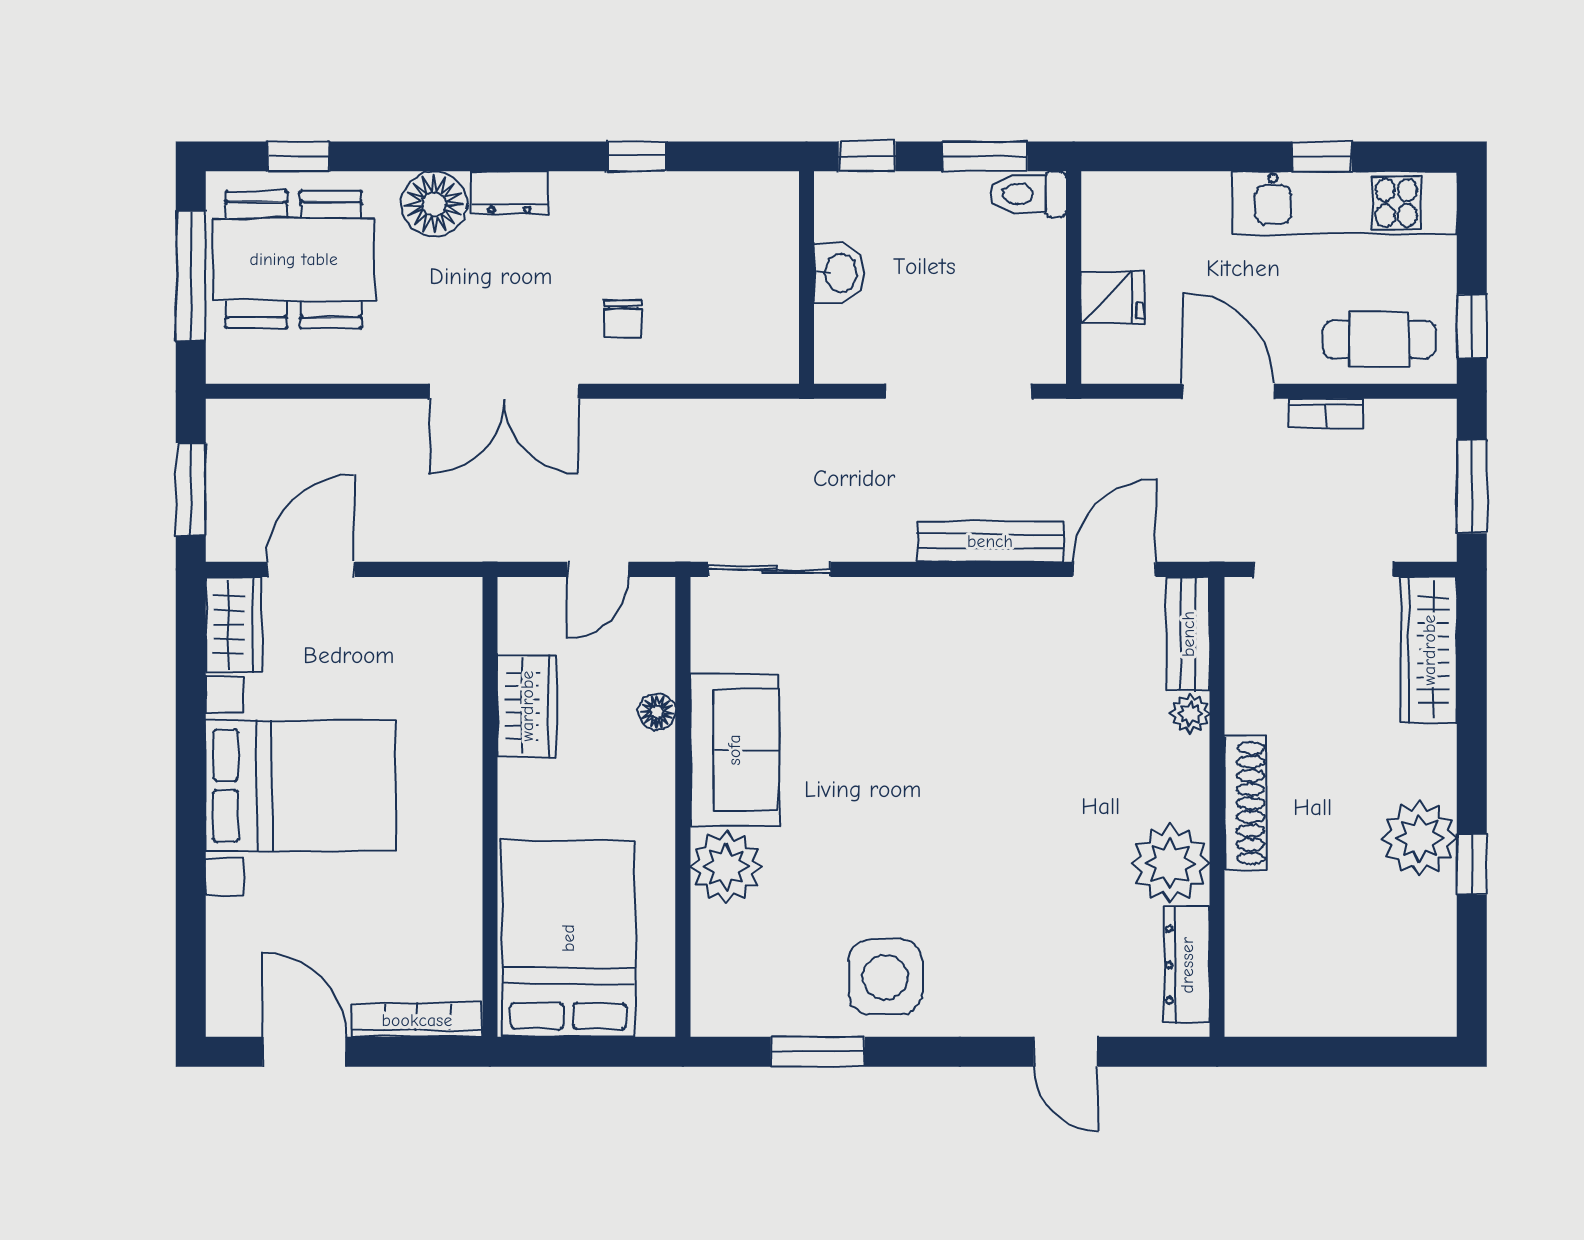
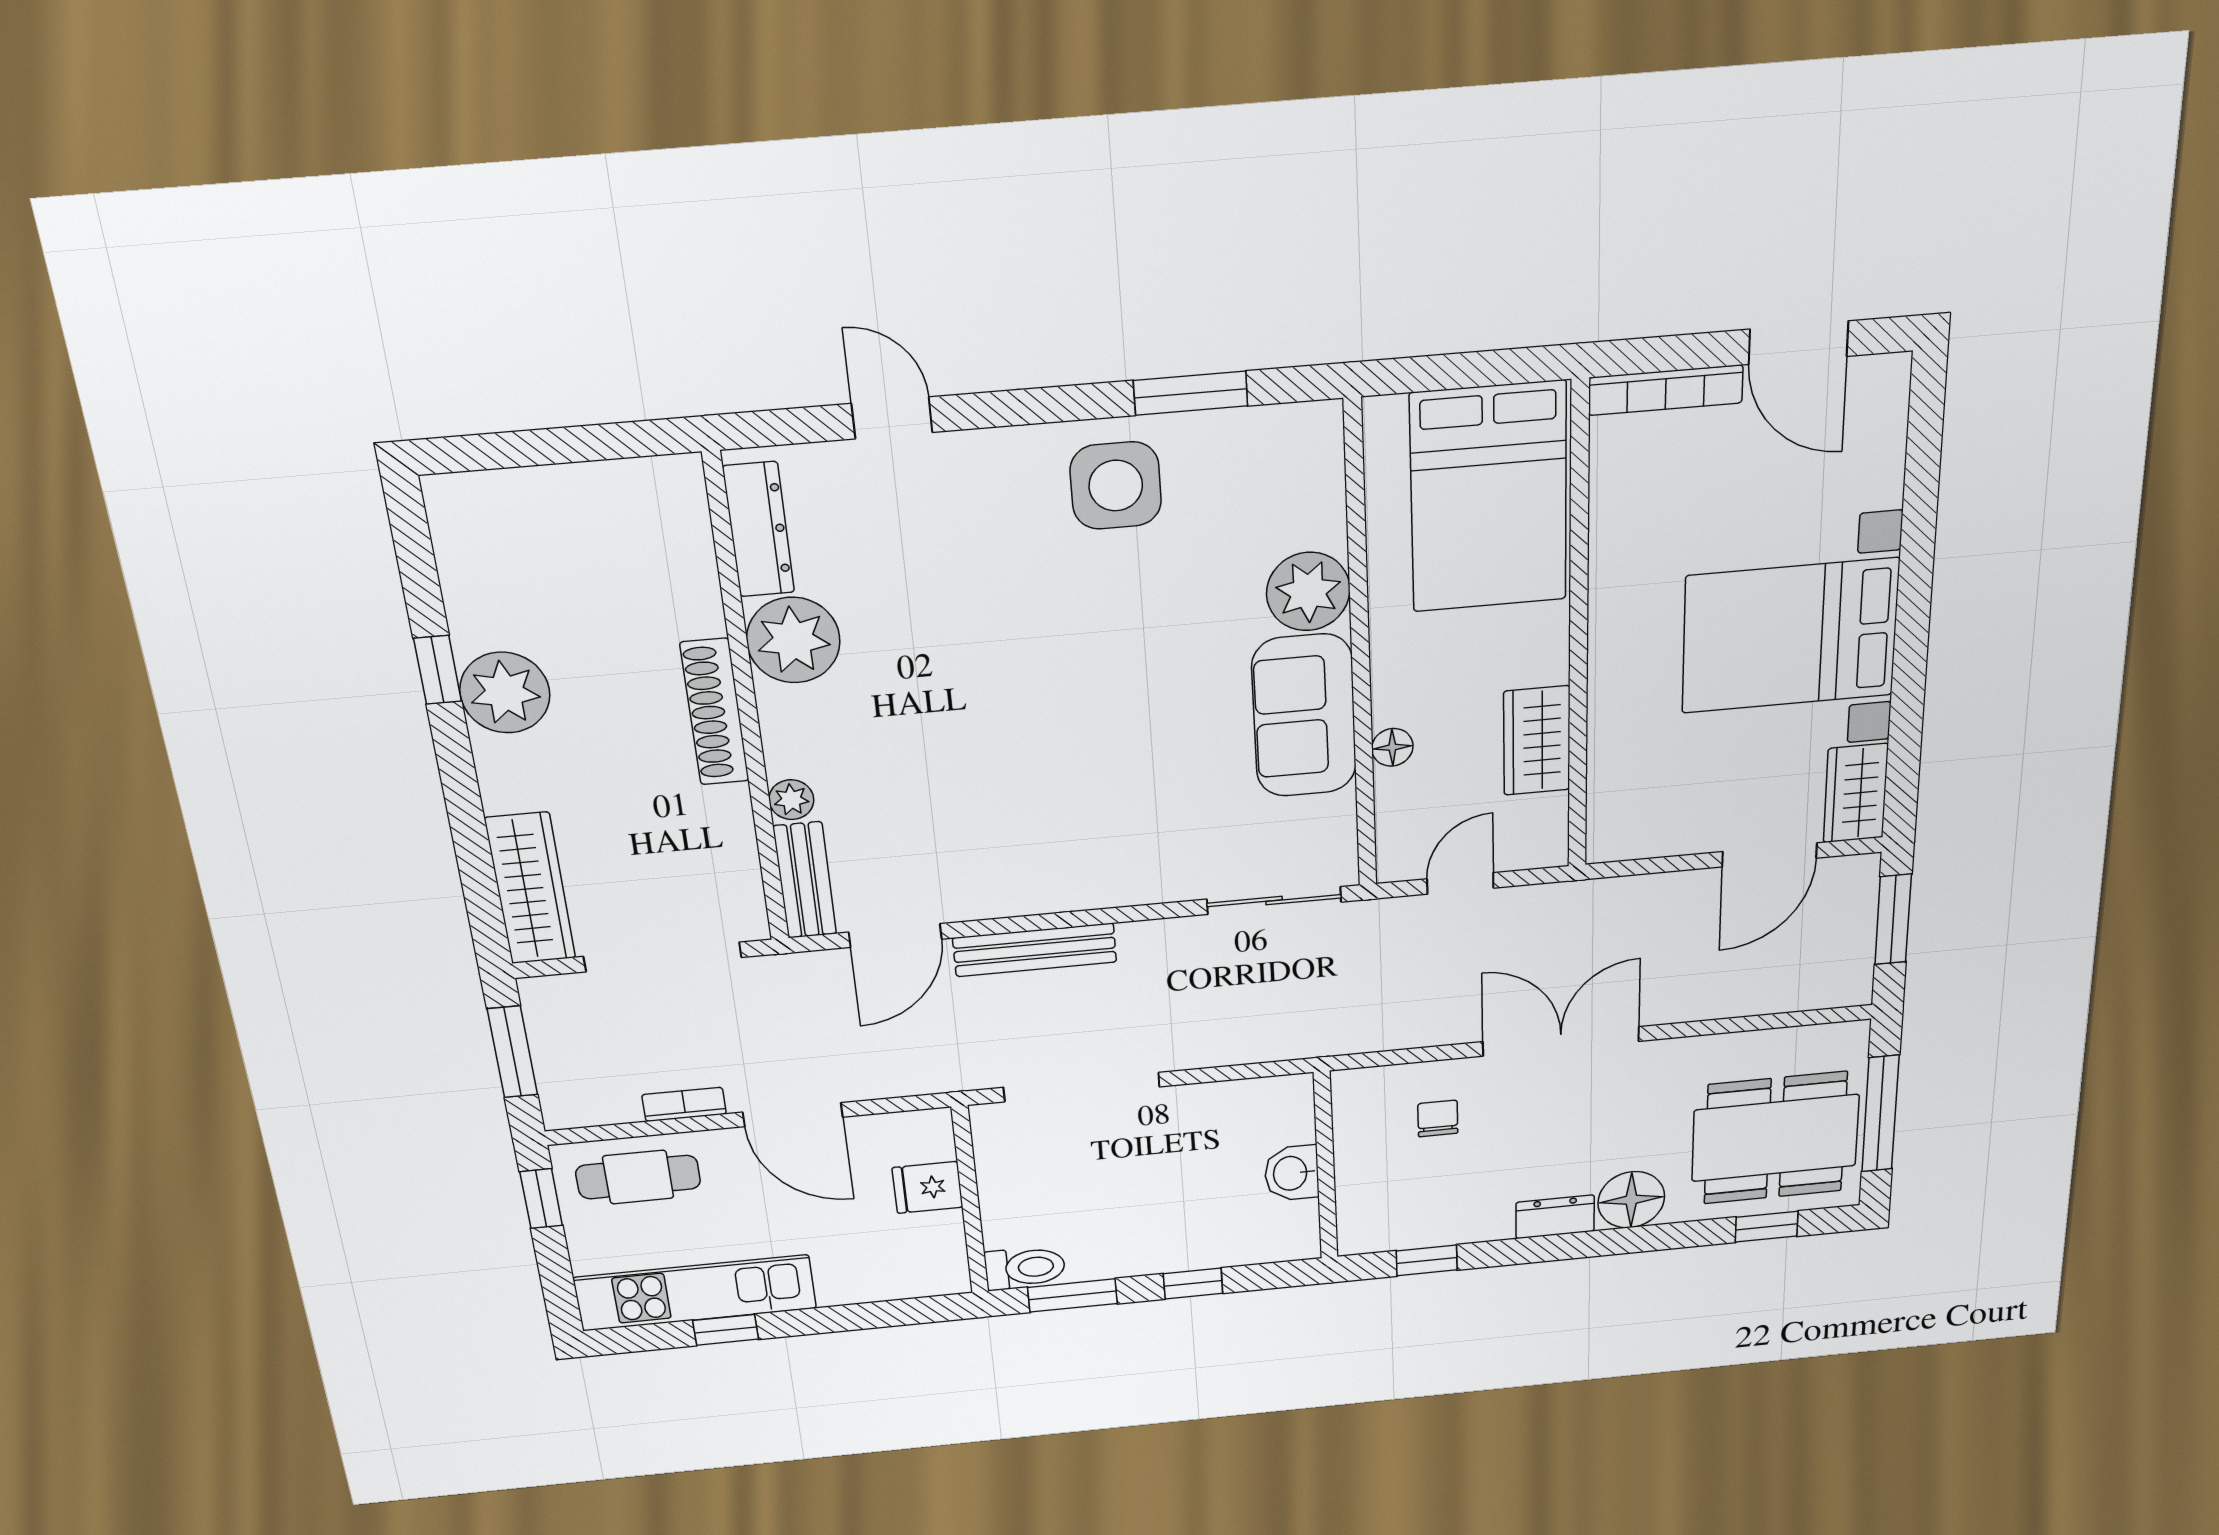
washbasin: (839, 273) -> (1292, 1173), moved
wall: (807, 278) -> (1326, 1166), moved

